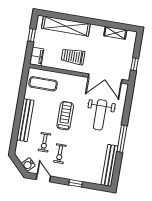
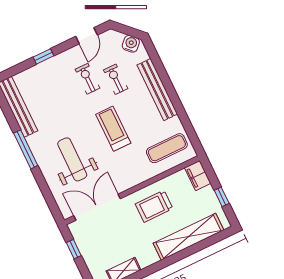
trolley: (73, 56) -> (154, 206), turned 180
treadmill: (65, 116) -> (113, 129), turned 180
water cooler: (28, 165) -> (131, 44), moved
door: (43, 178) -> (87, 36), hinge flipped

